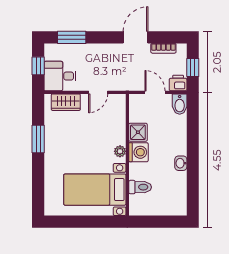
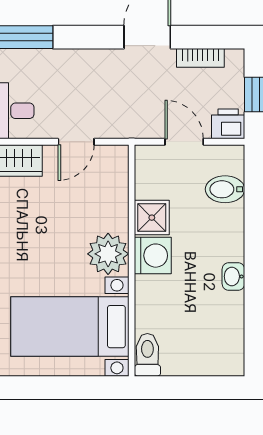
bidet: (180, 104) -> (225, 189), moved, turned 90
plant: (120, 151) -> (108, 254), width x1.88, depth x1.88
toilet: (140, 187) -> (147, 355), moved, turned -90

